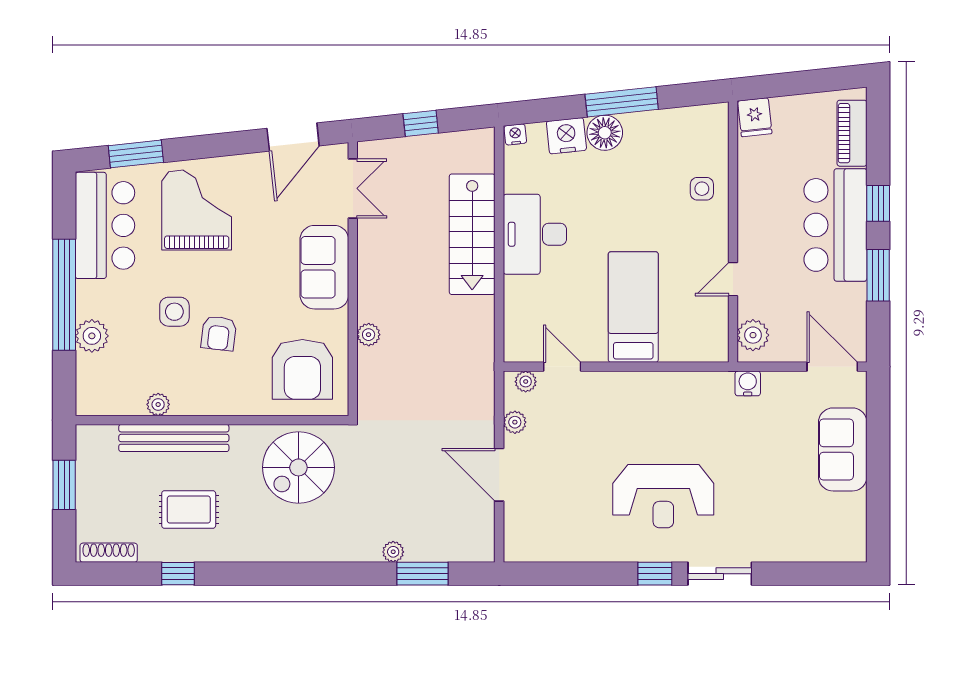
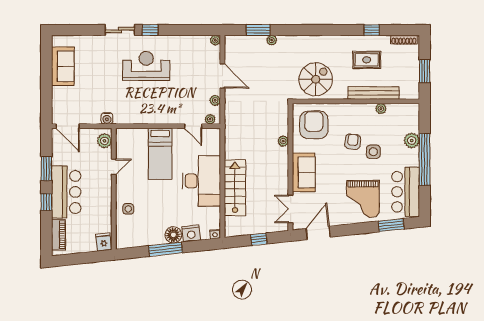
desk: (535, 234) -> (201, 181), width x1.36, depth x1.30
sofa: (843, 449) -> (63, 66), moved
plant: (514, 551) -> (215, 40), added

